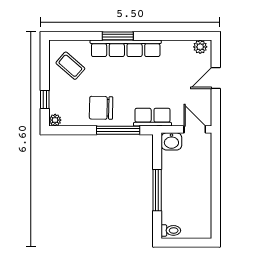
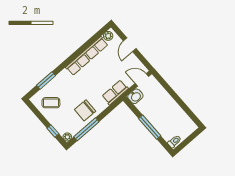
window: (118, 36) -> (46, 80), moved
row of seats: (126, 48) -> (87, 56), moved
window: (118, 130) -> (86, 129), moved

